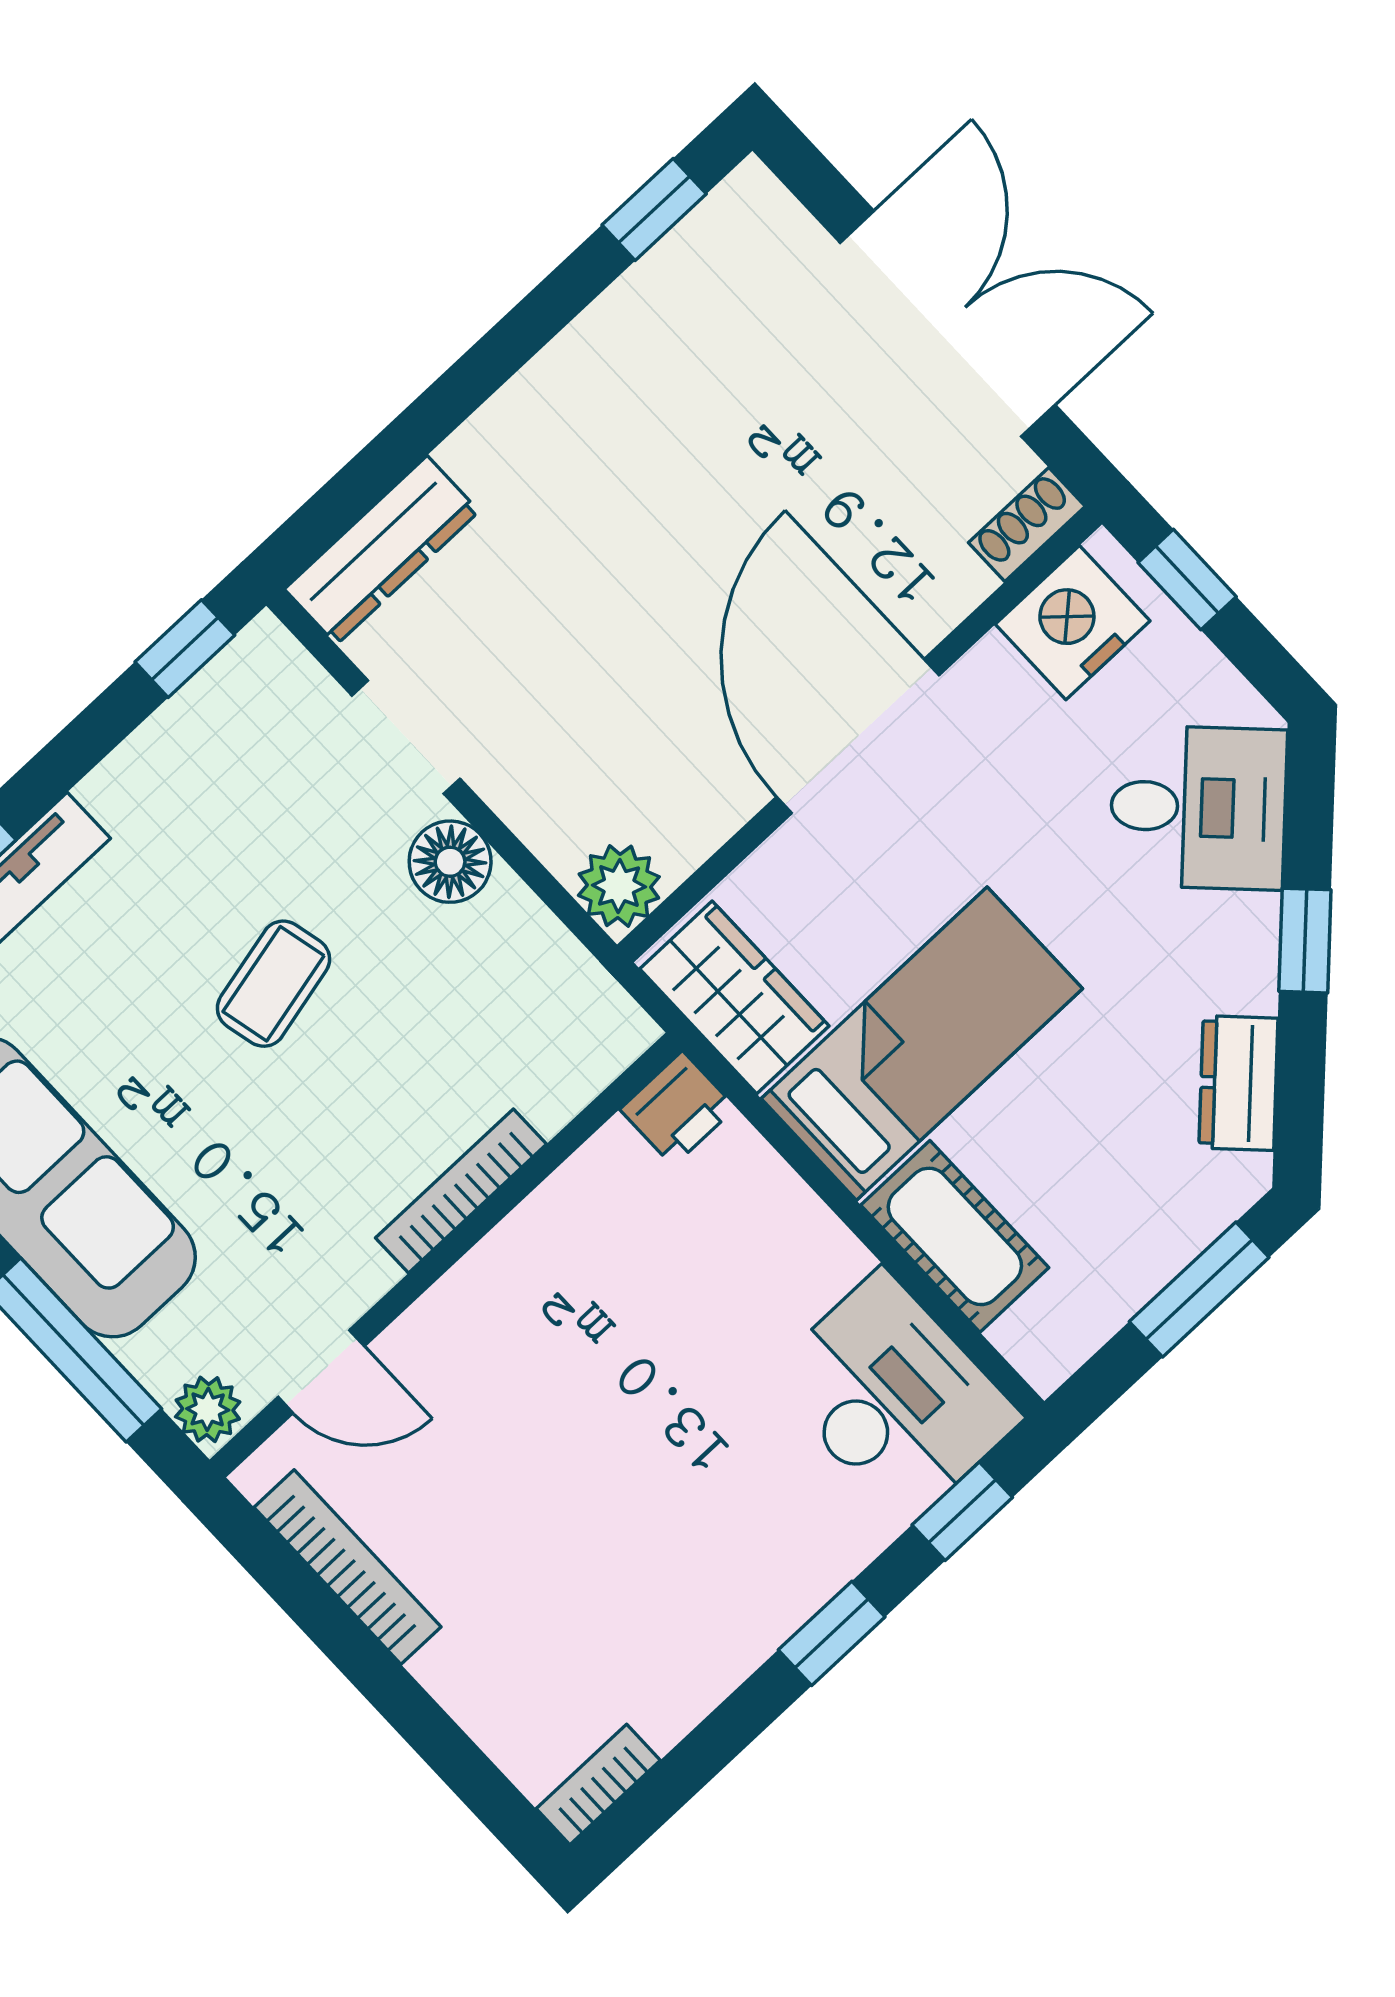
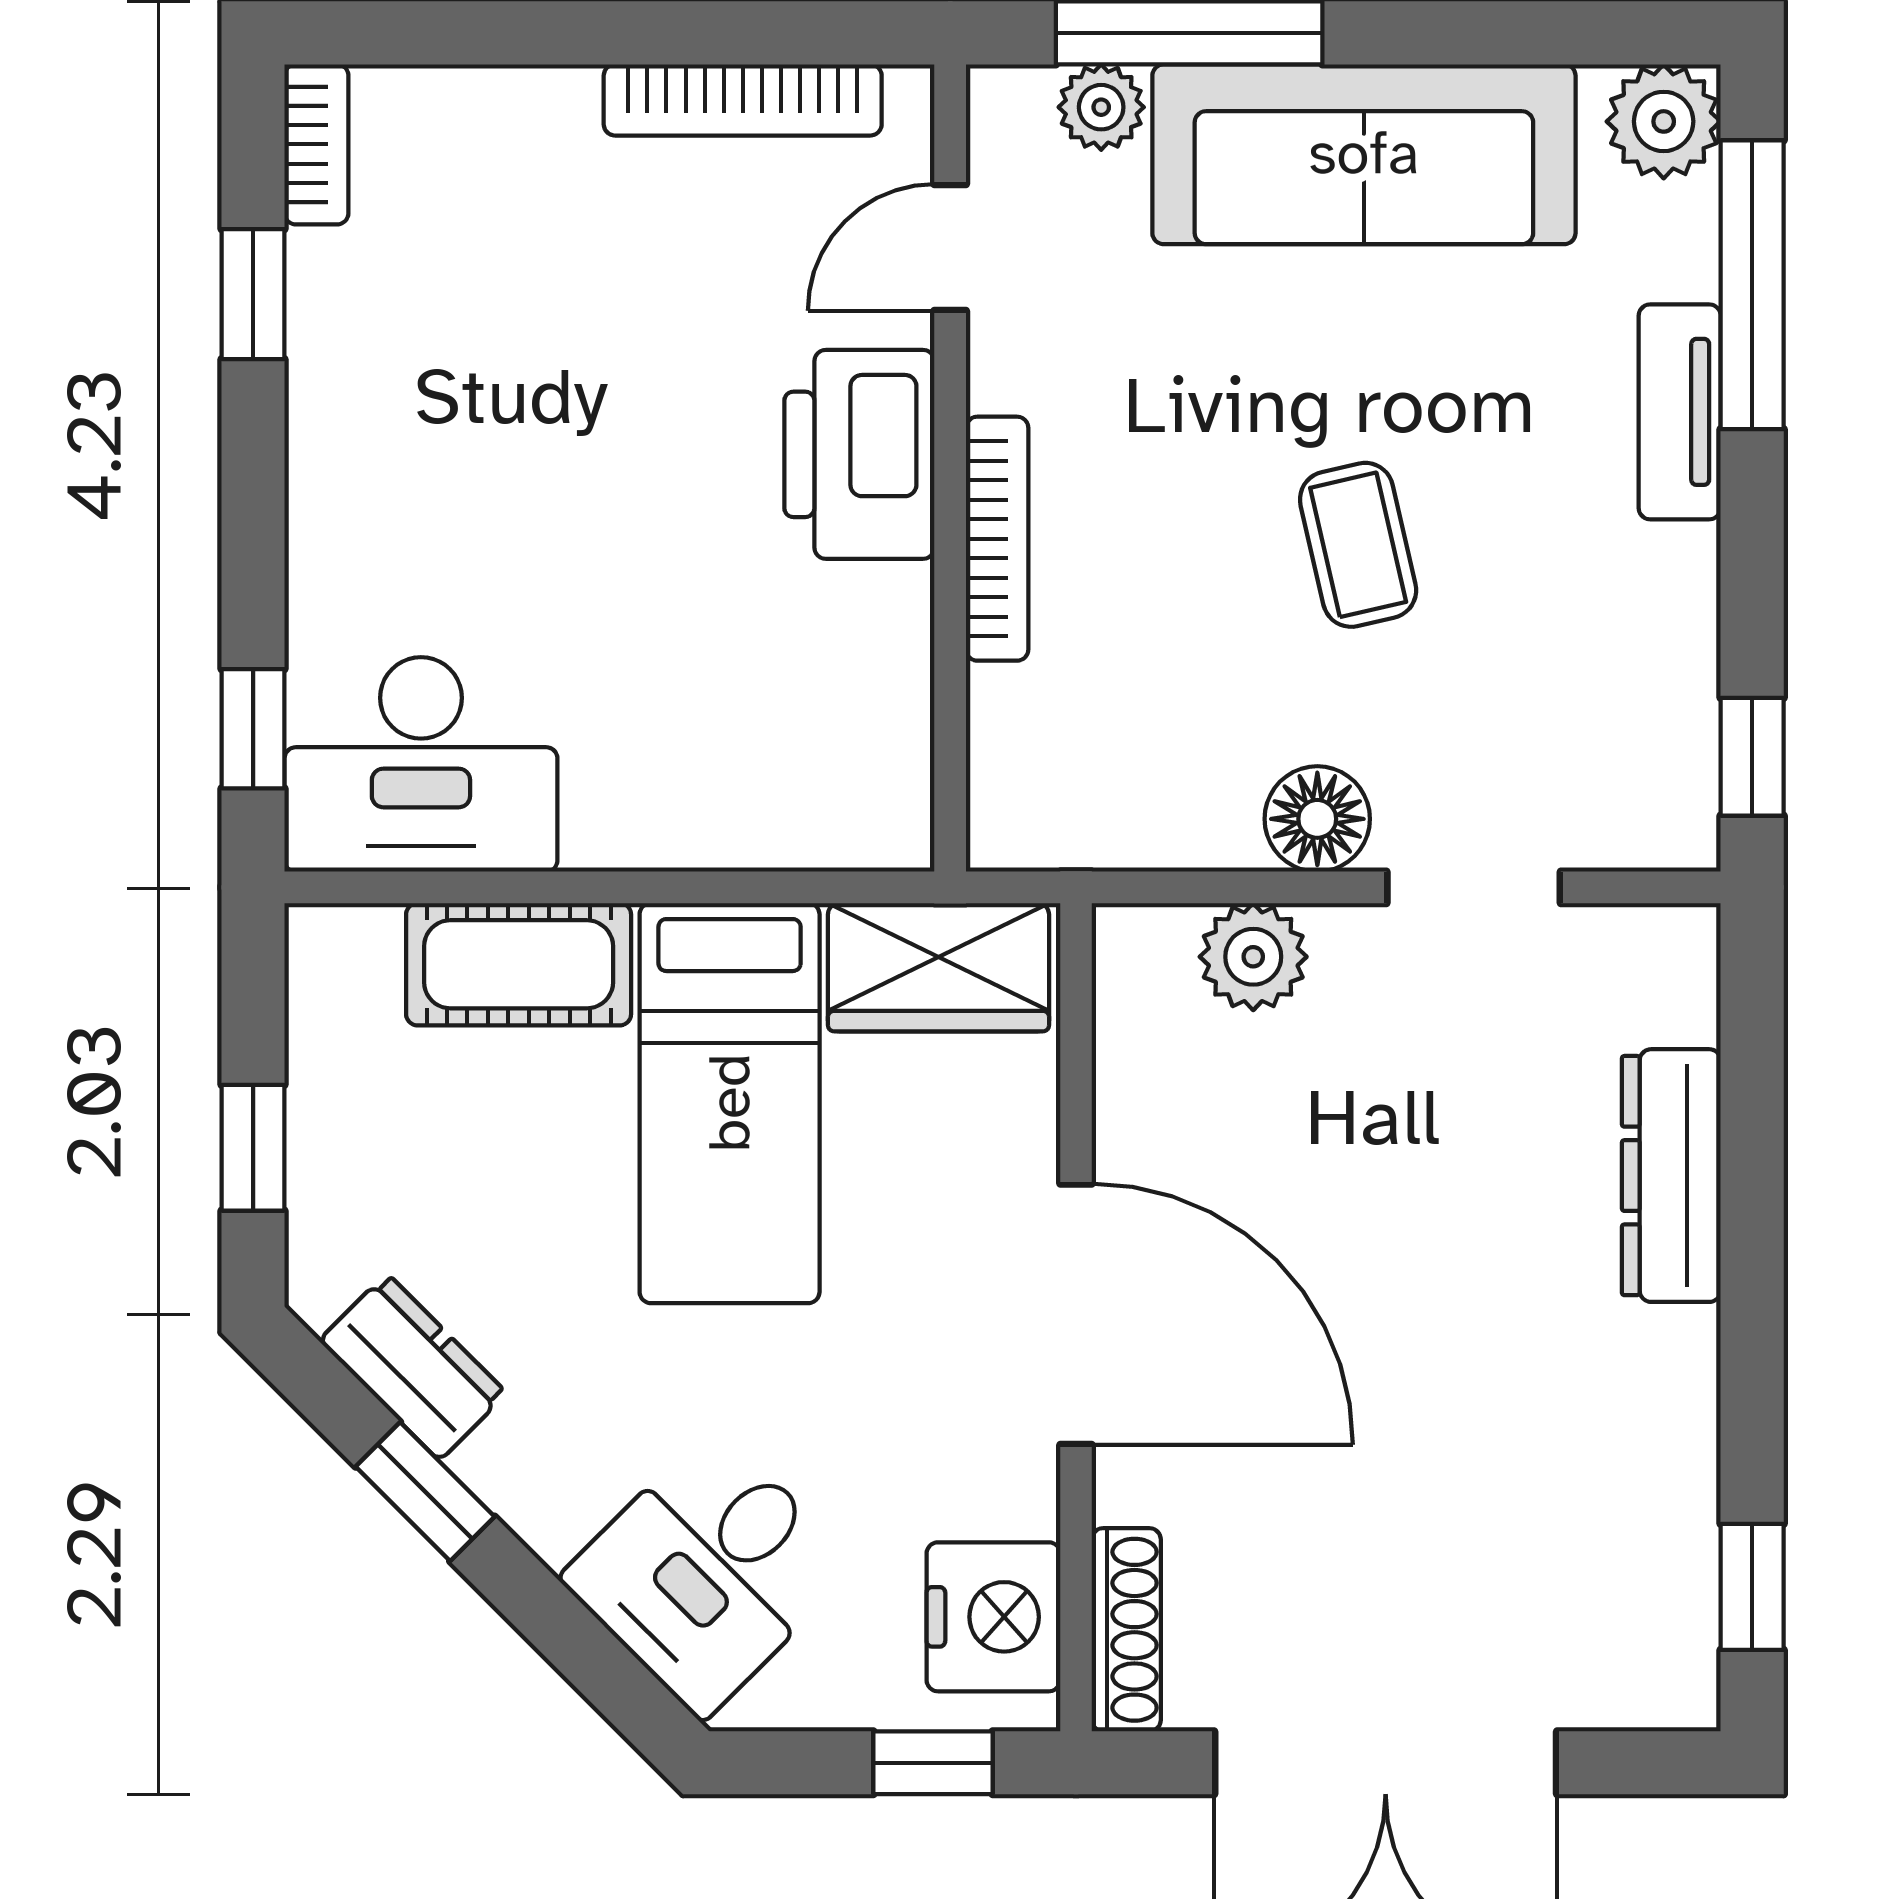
shoe rack: (1027, 525) -> (1126, 1630), width x1.43
dresser: (382, 550) -> (1671, 1176), moved
plant: (619, 886) -> (1253, 957), moved
window: (1305, 941) -> (425, 1492), moved
printer: (678, 1108) -> (859, 454), moved, width x1.87, depth x1.48
window: (1199, 1289) -> (253, 1148), width x0.67
plant: (208, 1409) -> (1101, 107), moved
window: (832, 1633) -> (253, 294), moved

